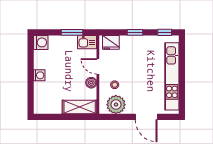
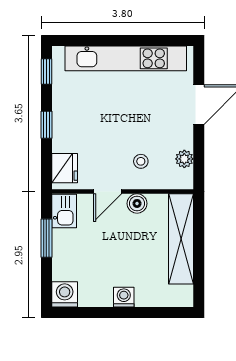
plant: (116, 105) -> (184, 159), width x0.53, depth x0.53
shelving: (80, 107) -> (181, 239), width x1.47

